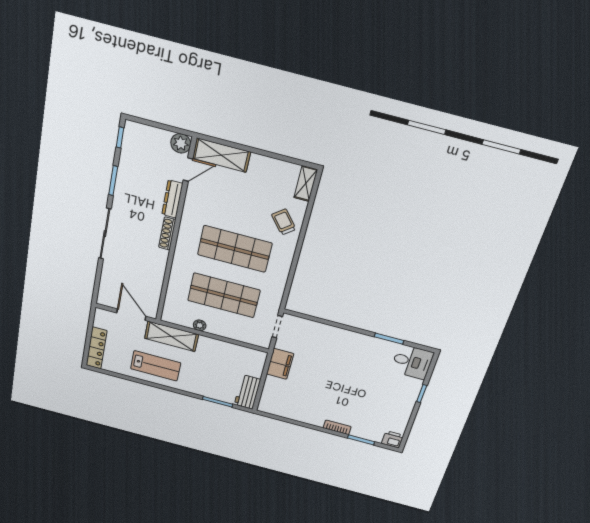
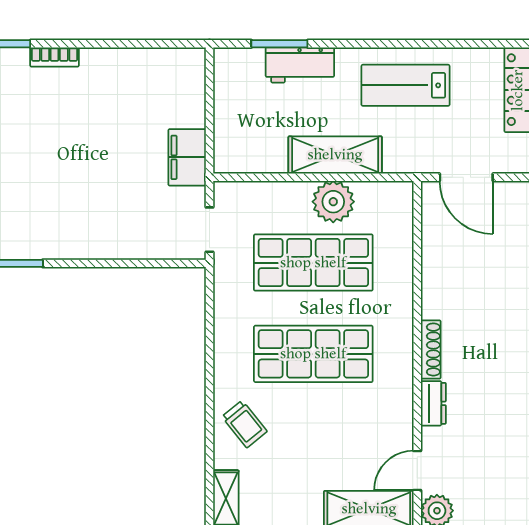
dresser: (172, 199) -> (433, 403), width x0.70
plant: (200, 325) -> (333, 202), width x1.87, depth x1.87
shelving: (171, 336) -> (335, 155), moved
workbench: (247, 392) -> (300, 65), moved, turned 90

